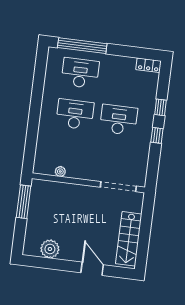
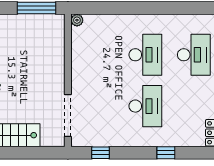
window: (157, 135) -> (101, 153), moved
plant: (60, 171) -> (77, 20), moved

